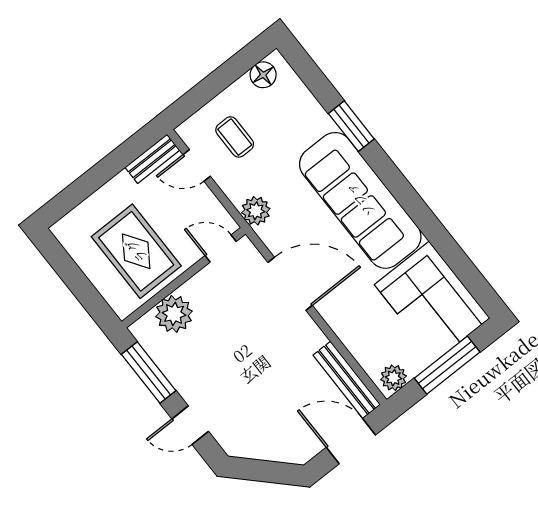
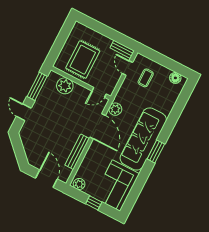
window: (351, 126) -> (156, 151), moved
plant: (256, 211) -> (115, 109), moved
door: (221, 248) -> (99, 92), swing flipped
window: (447, 365) -> (94, 203), width x0.46
bench: (347, 380) -> (77, 152), moved

